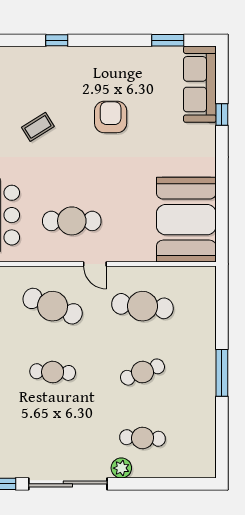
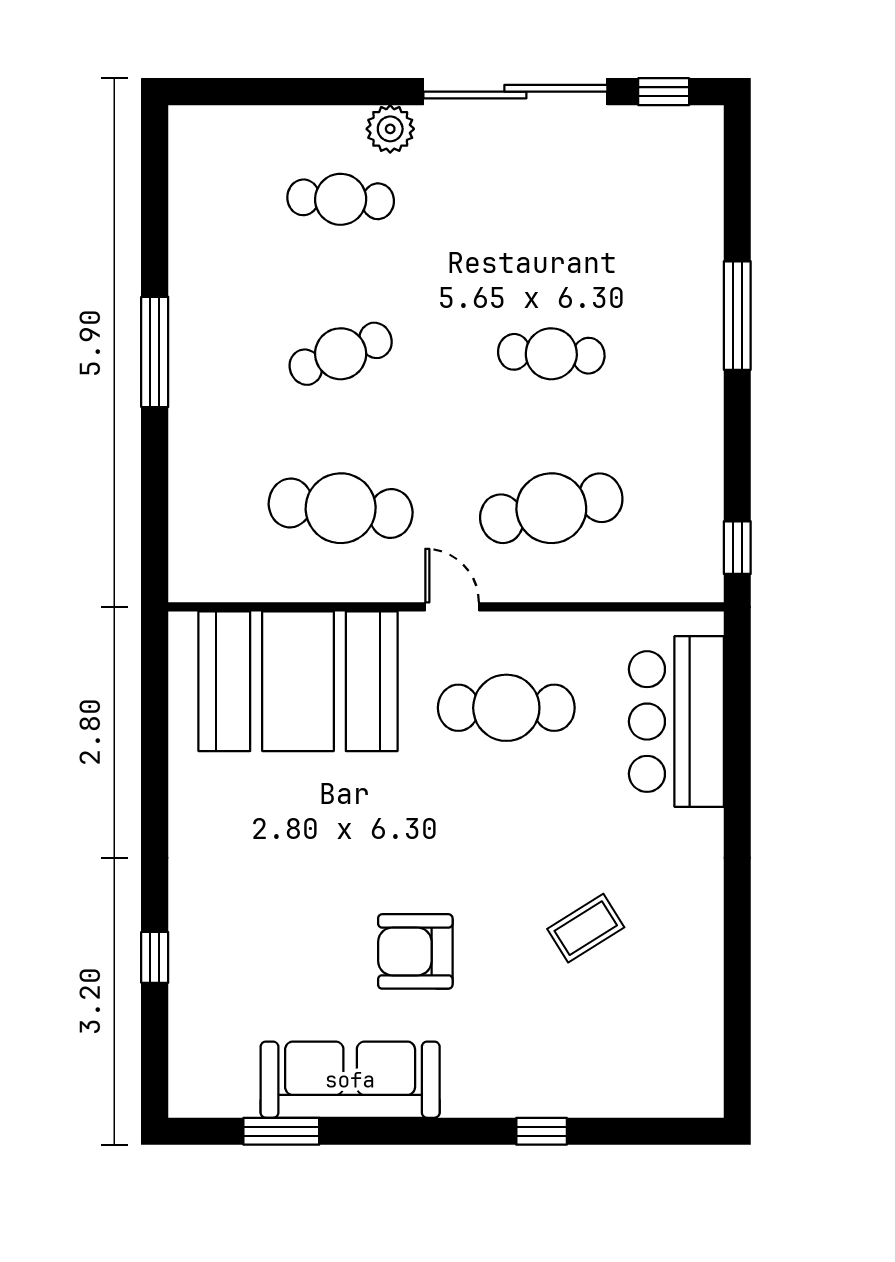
sofa: (200, 84) -> (350, 1080), moved, turned -90
armchair: (111, 117) -> (415, 951), turned 90
booth: (186, 220) -> (298, 681), moved, turned 90
cafe table: (53, 306) -> (551, 508), turned -33

